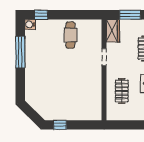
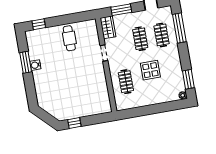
water cooler: (30, 24) -> (35, 65), moved
window: (20, 52) -> (26, 62), width x0.69

